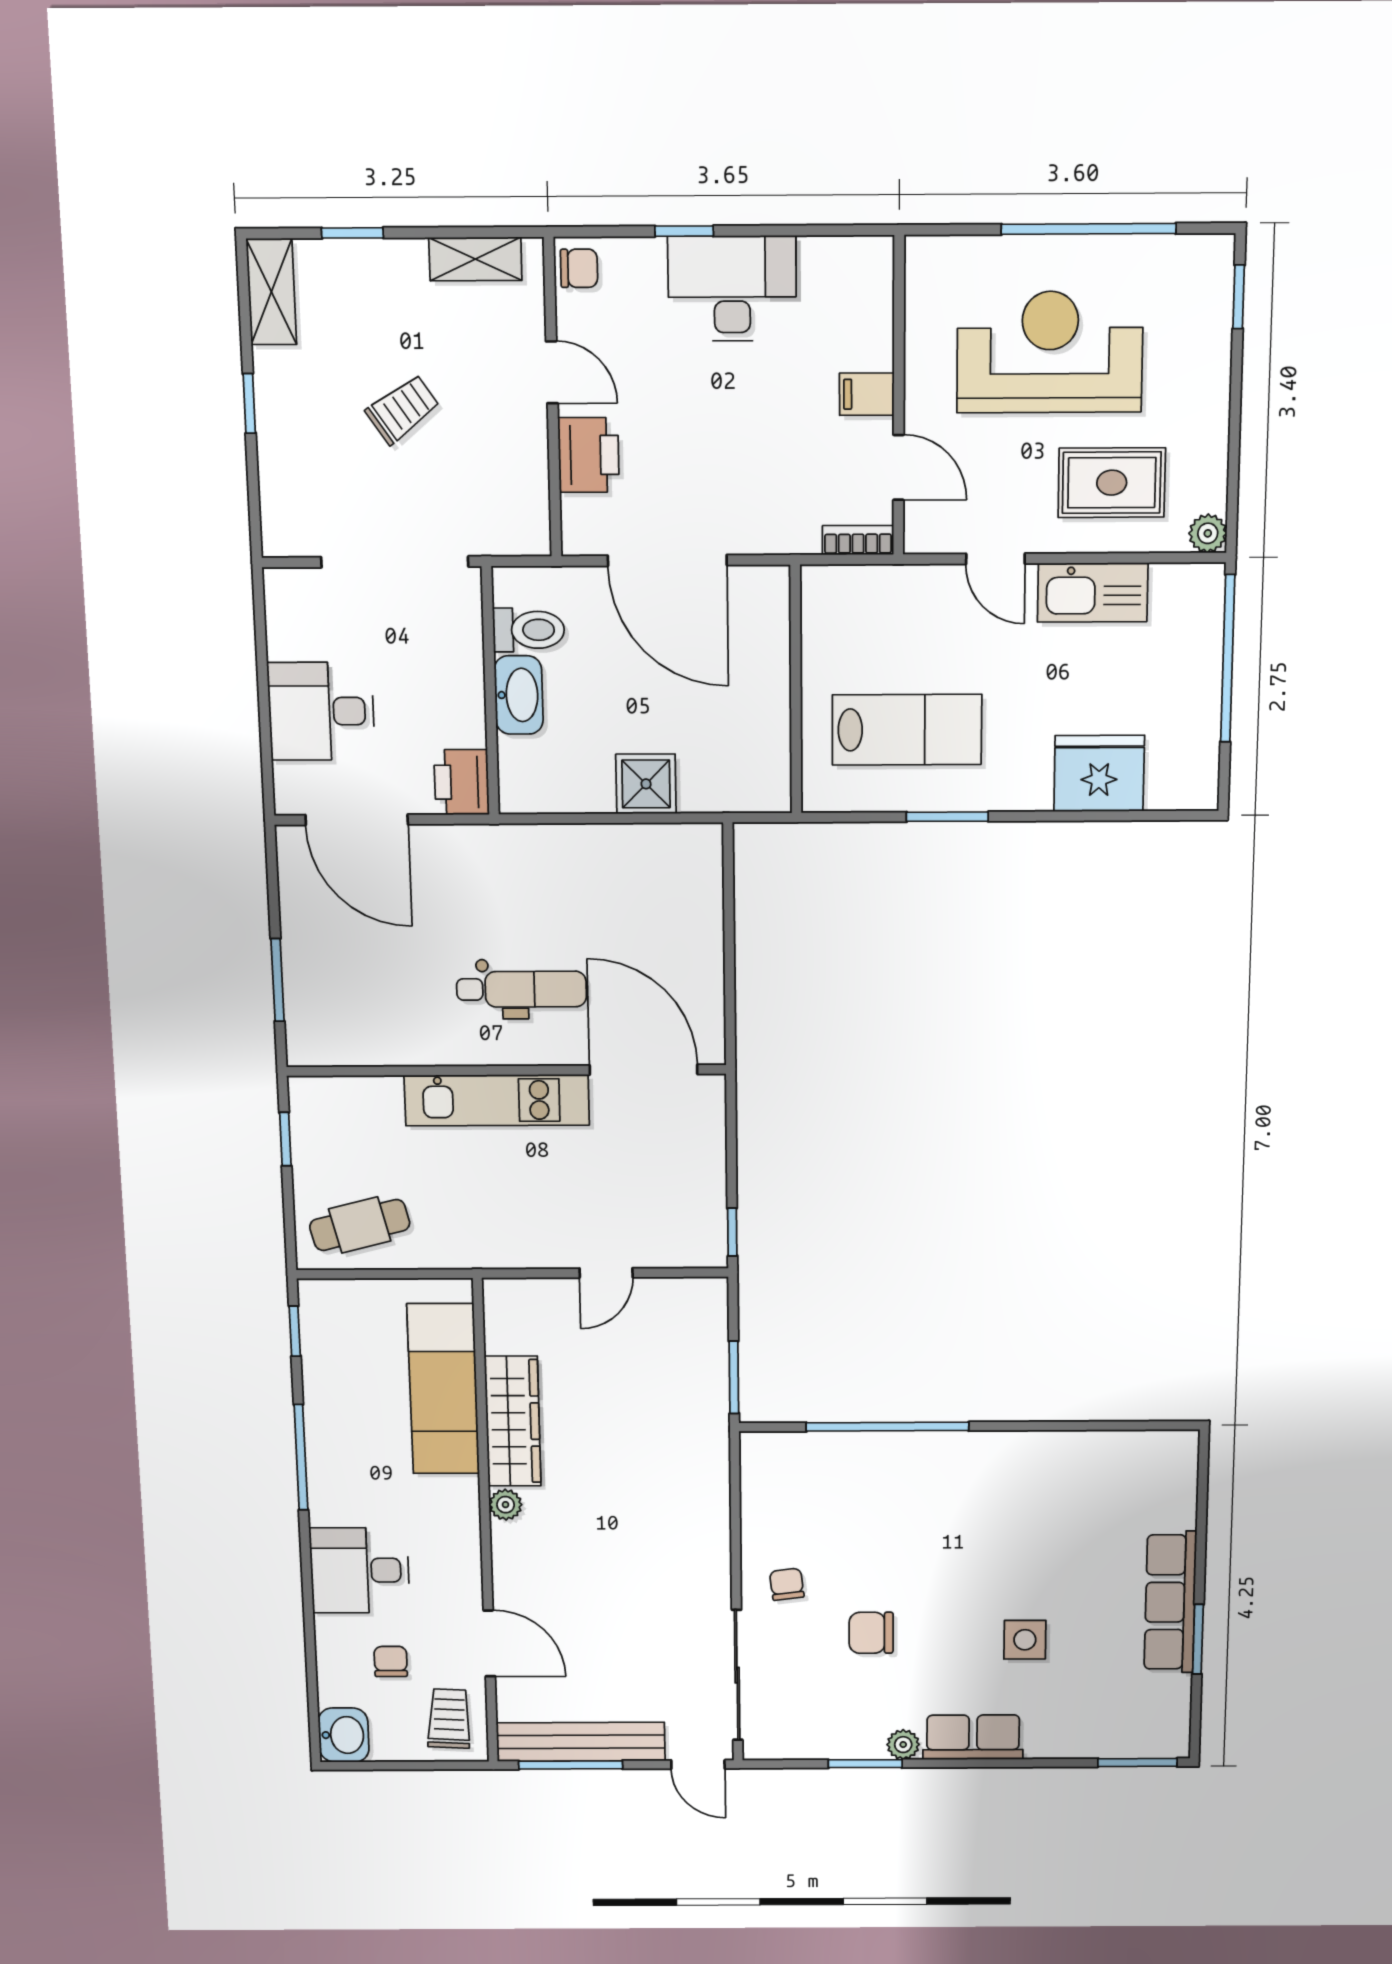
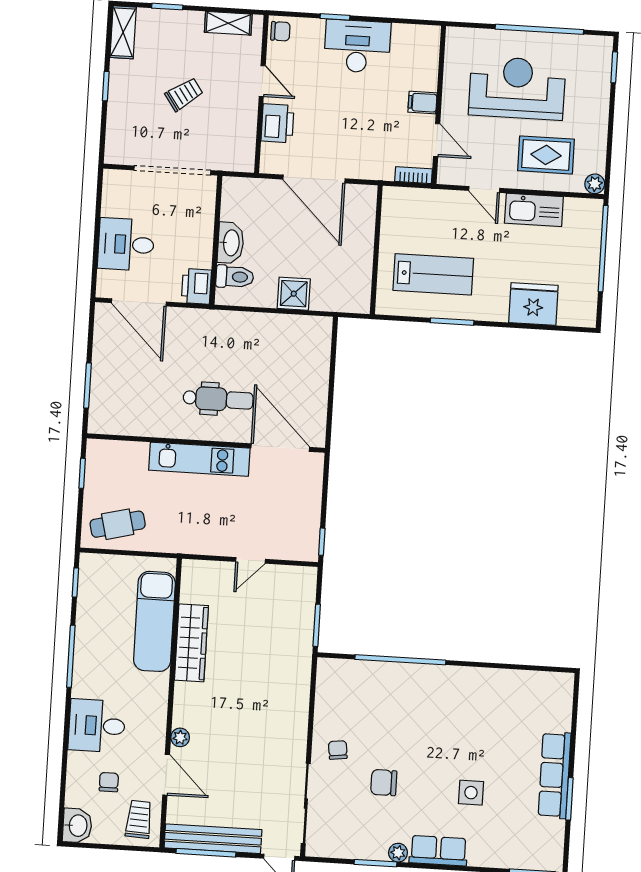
toilet: (529, 630) -> (235, 277), moved
plant: (506, 1505) -> (180, 737), moved

